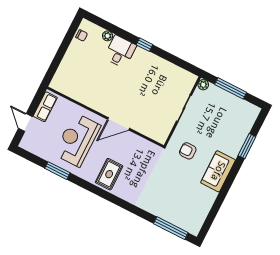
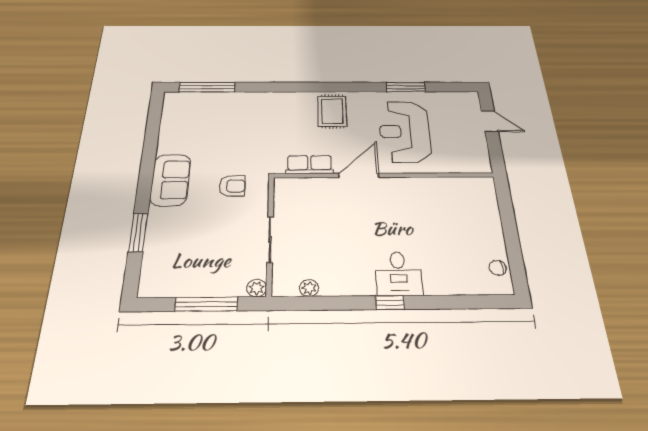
plant: (108, 36) -> (309, 288), moved
desk: (120, 52) -> (398, 274), moved
row of seats: (45, 107) -> (309, 165), moved, turned 90
reception desk: (77, 140) -> (405, 131), turned 180

